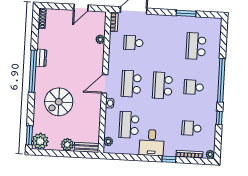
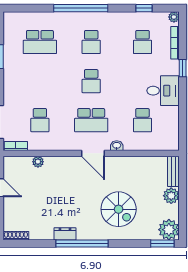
school desk: (162, 85) -> (91, 81), width x0.54
window: (219, 118) -> (144, 8), moved
school desk: (129, 125) -> (142, 120), width x0.54
plant: (108, 141) -> (165, 145), removed

